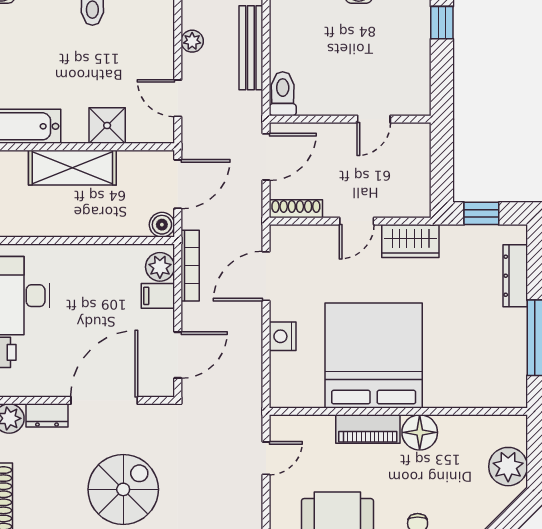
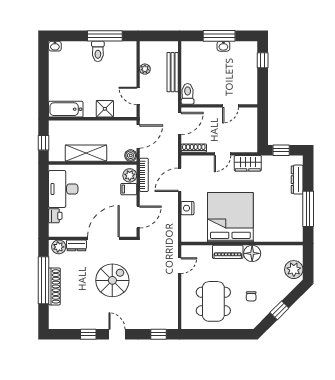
shelving: (72, 168) -> (86, 153), moved

